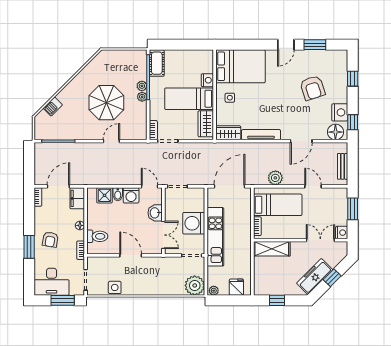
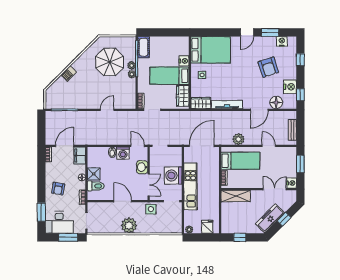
nightstand: (329, 56) -> (282, 41), added
parasol: (106, 103) -> (110, 62), moved
barbecue: (53, 107) -> (69, 74), moved
floor lamp: (335, 132) -> (276, 102), moved
shower: (104, 195) -> (94, 174), moved
window: (29, 247) -> (41, 212), moved
plant: (195, 285) -> (129, 225), moved
side table: (115, 287) -> (151, 209), moved

